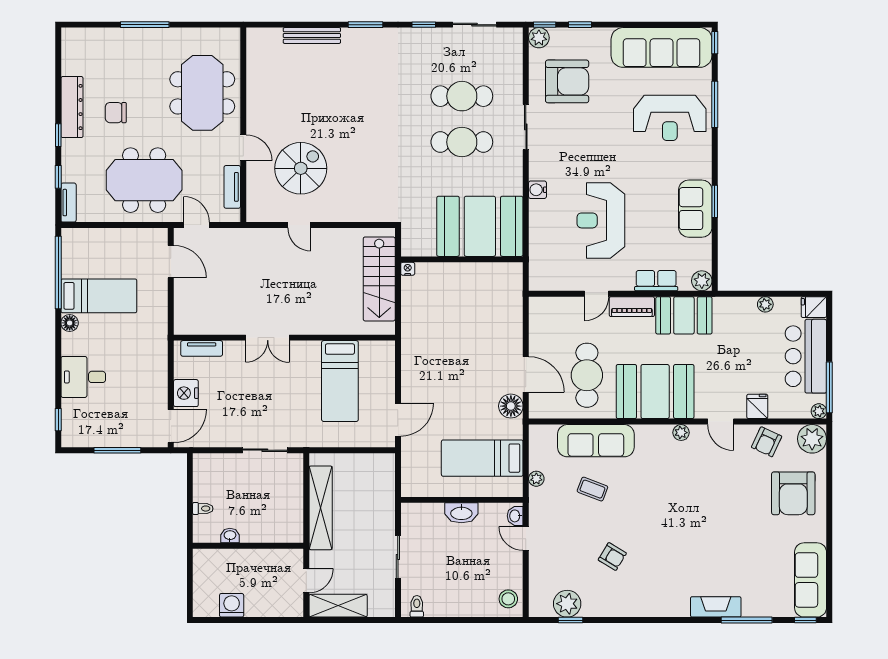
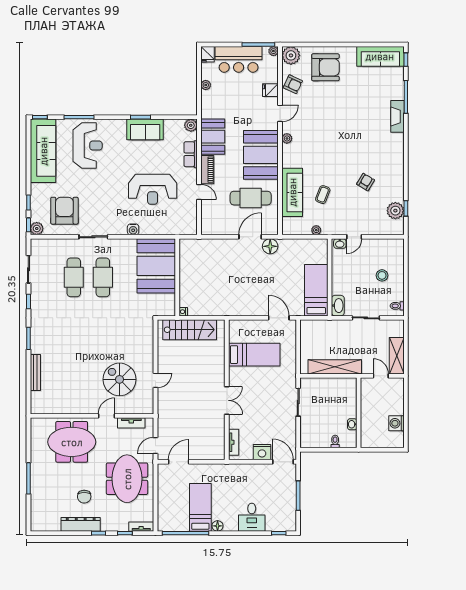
bed: (482, 458) -> (316, 290), moved, turned 180
washbasin: (461, 513) -> (338, 306), moved
stool: (508, 599) -> (382, 275), moved

